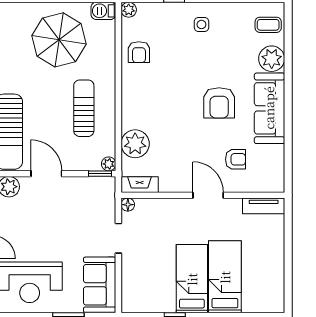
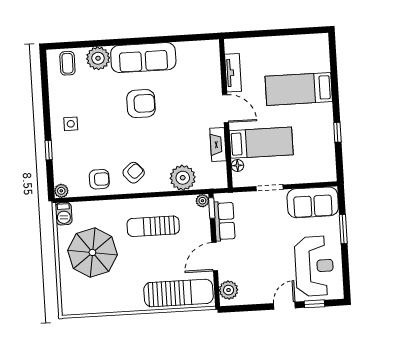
armchair: (235, 159) -> (134, 173), moved, turned 49
fireplace: (140, 185) -> (218, 145), moved
row of seats: (85, 187) -> (224, 221), added
door: (208, 195) -> (225, 109), swing flipped
floor lamp: (128, 205) -> (237, 166), moved
tv unit: (264, 206) -> (233, 73), moved
bed: (192, 279) -> (261, 143), moved, turned 180

